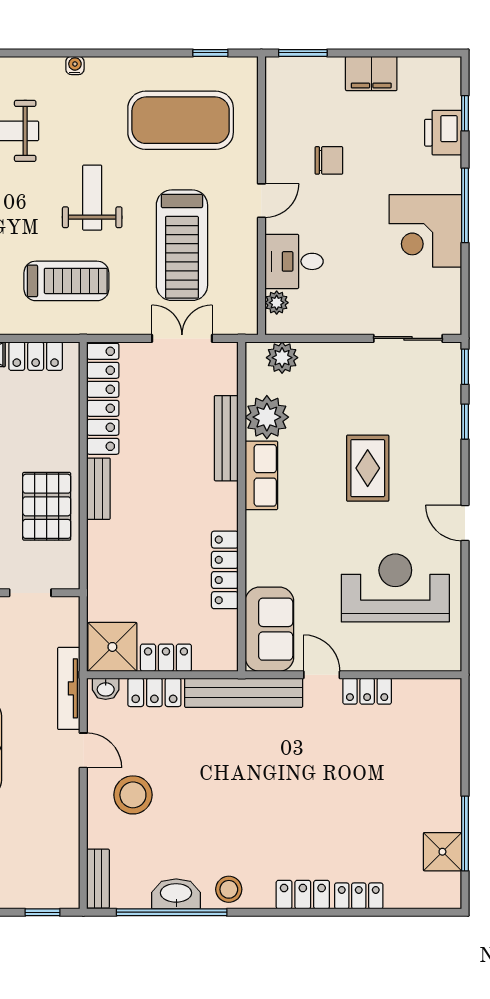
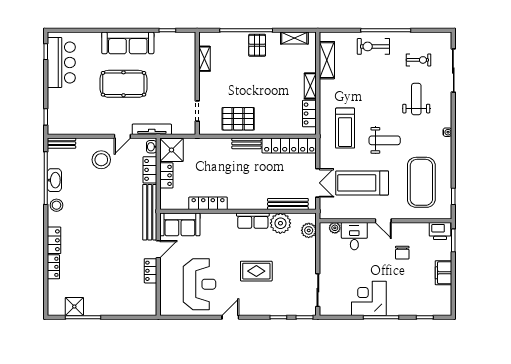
printer: (443, 133) -> (440, 231), moved, turned 180
bench: (226, 438) -> (288, 204), moved

